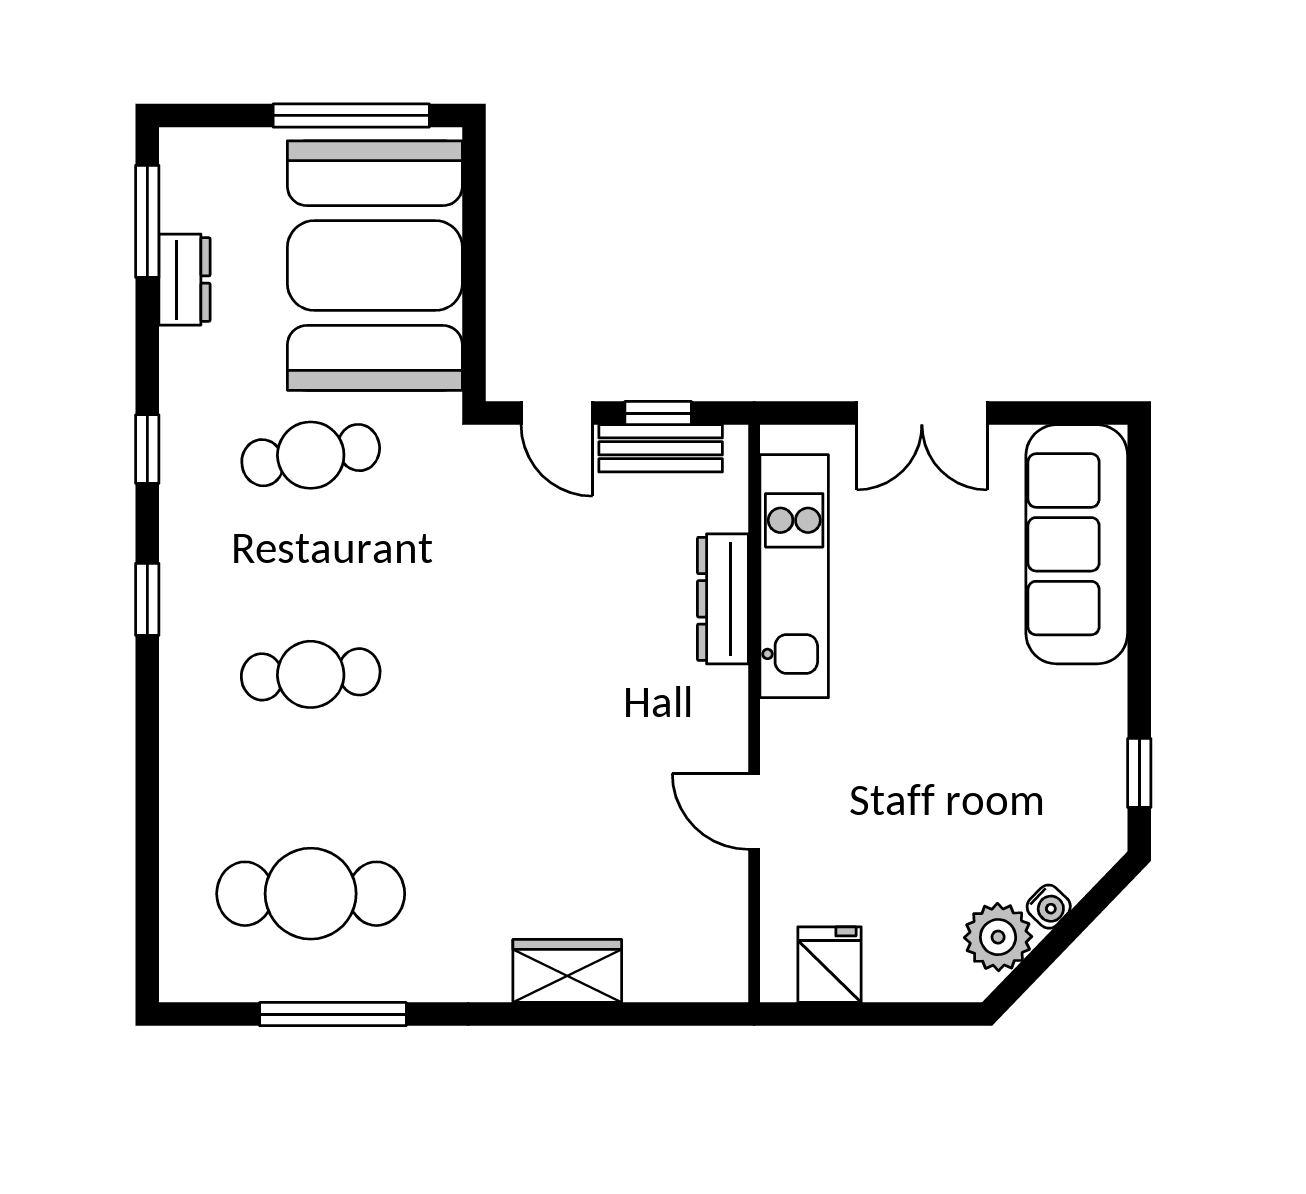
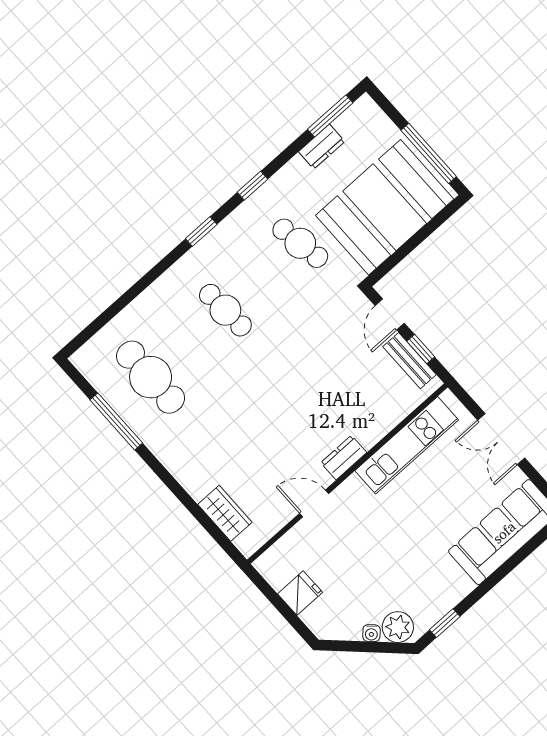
dresser: (723, 599) -> (344, 458), moved, width x0.70
door: (754, 811) -> (314, 503), hinge flipped
plant: (998, 937) -> (398, 627), moved
fridge: (829, 965) -> (300, 593), moved
wardrobe: (567, 971) -> (225, 513), moved

